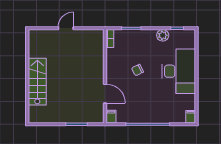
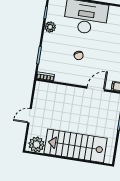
door: (66, 28) -> (29, 116), hinge flipped
plant: (37, 40) -> (37, 144), added
stairs: (37, 82) -> (76, 146), width x1.36, depth x1.51

